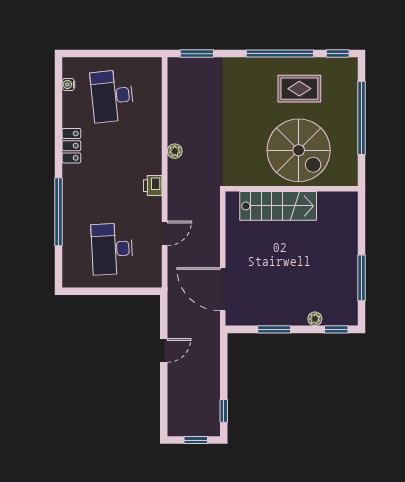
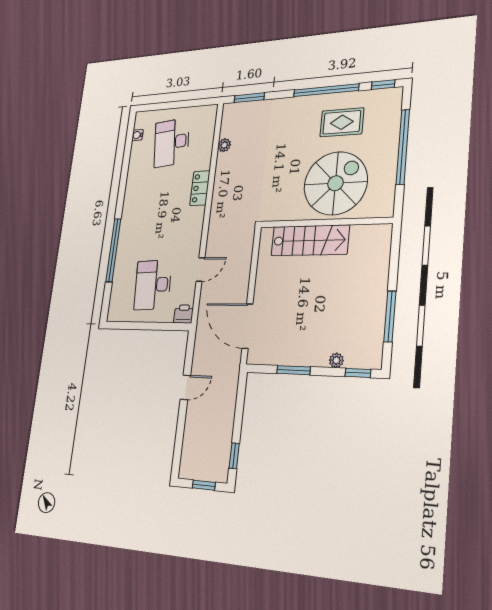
locker: (71, 146) -> (200, 188), moved, turned 180
spiral stairs: (299, 150) -> (336, 183), turned -90
plant: (175, 151) -> (224, 145), moved
printer: (153, 186) -> (184, 314), moved, turned 90

